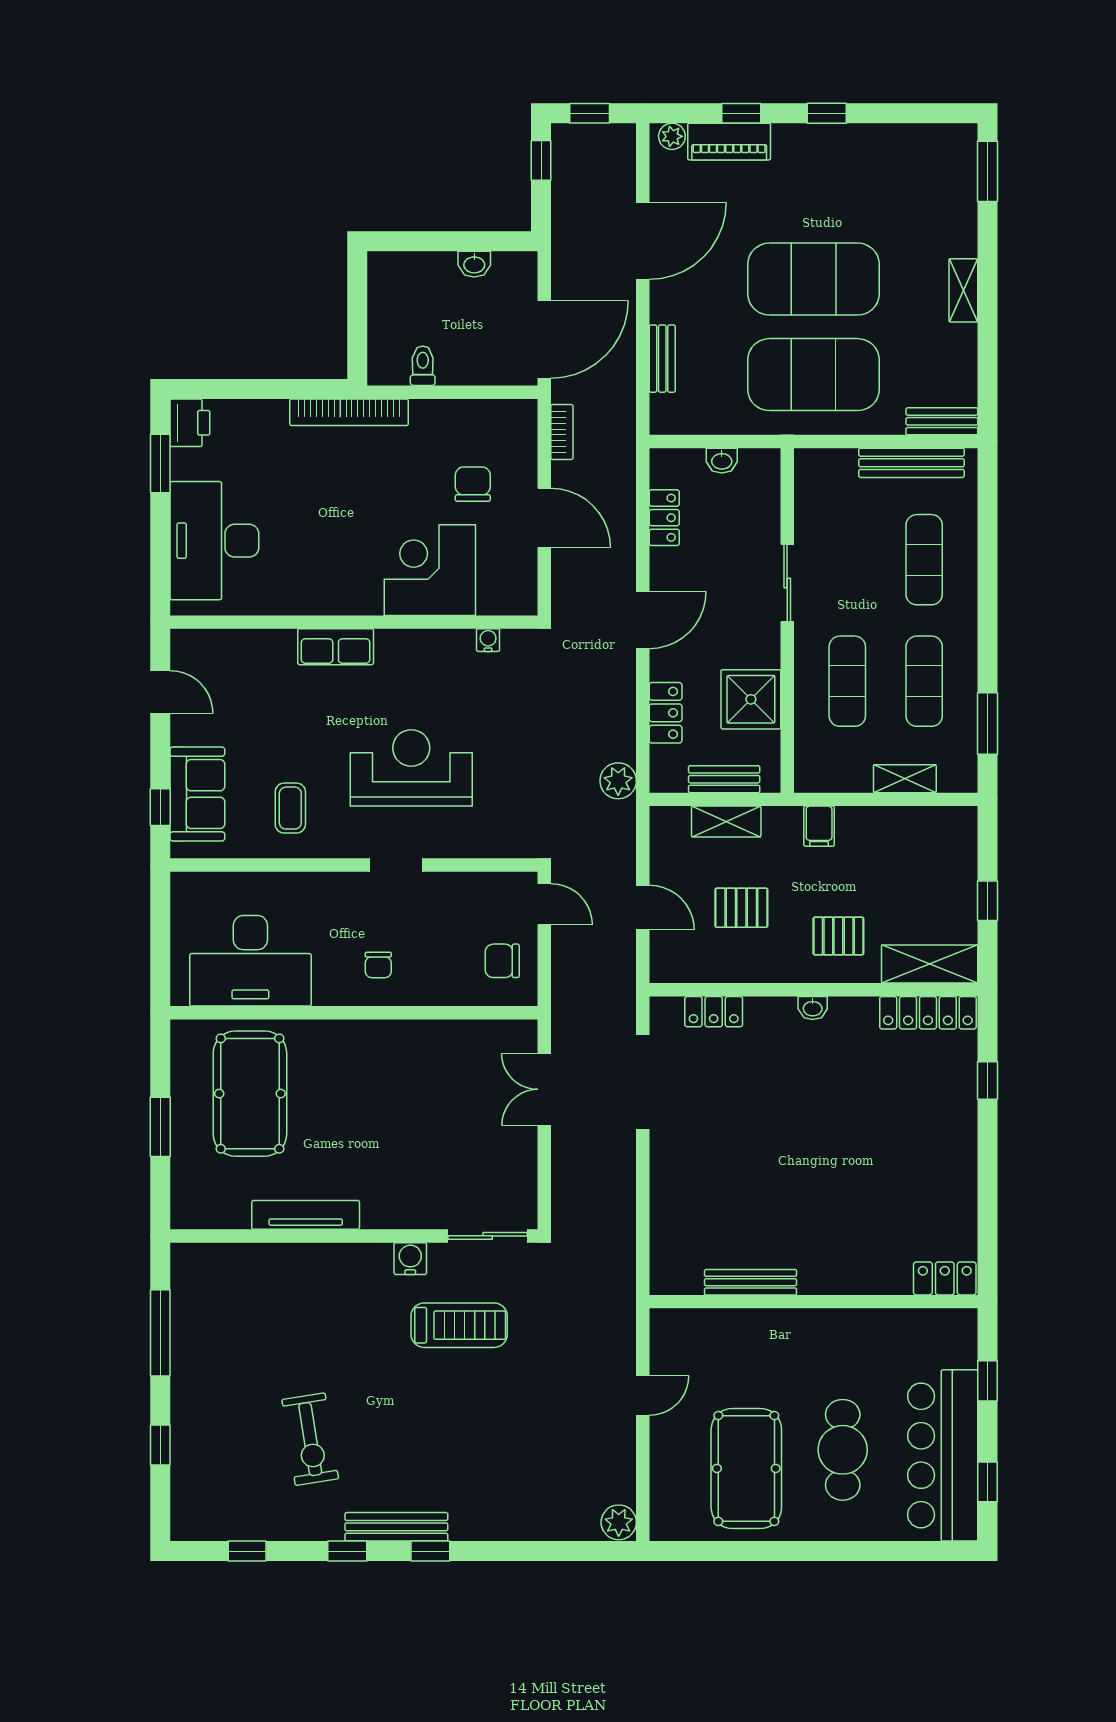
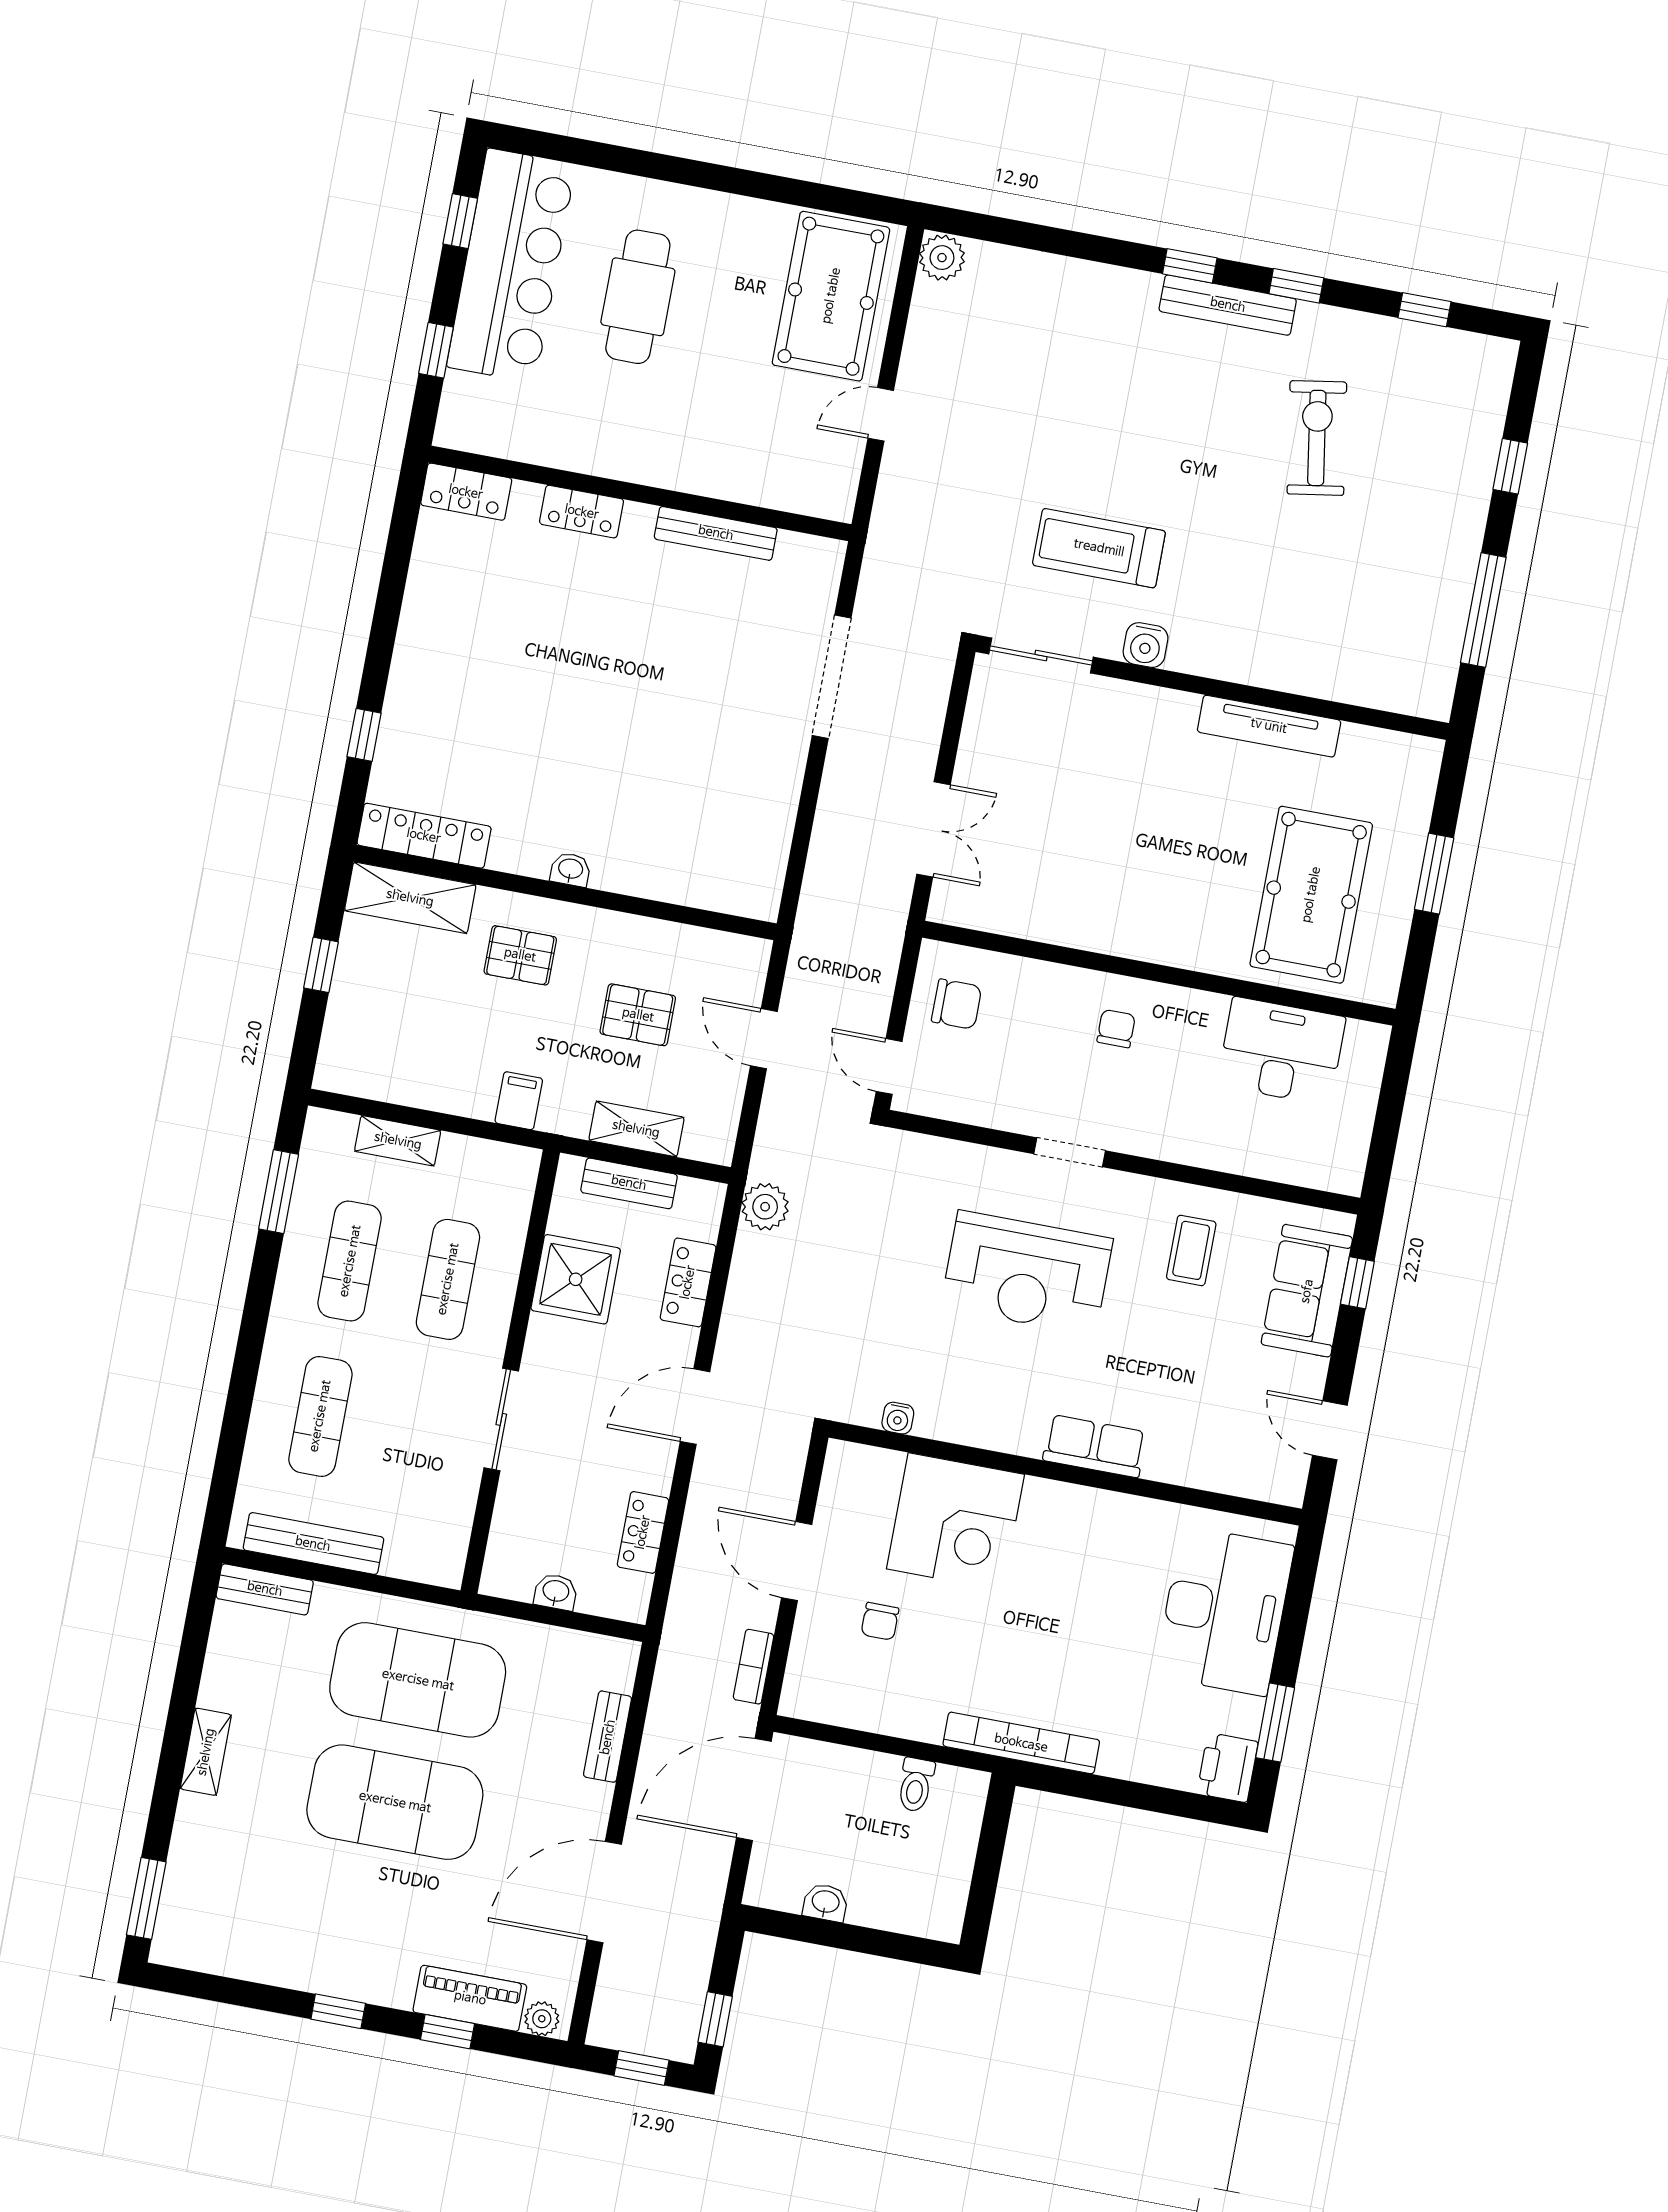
chair: (473, 484) -> (880, 1621), width x0.73, depth x0.73
desk: (250, 961) -> (1281, 1051), width x0.73, depth x0.77
locker: (714, 1012) -> (582, 512), moved, turned 180
doorway: (643, 1082) -> (832, 677), moved
pool table: (746, 1468) -> (831, 296), moved

